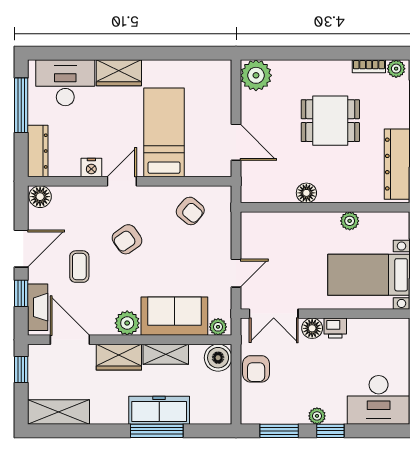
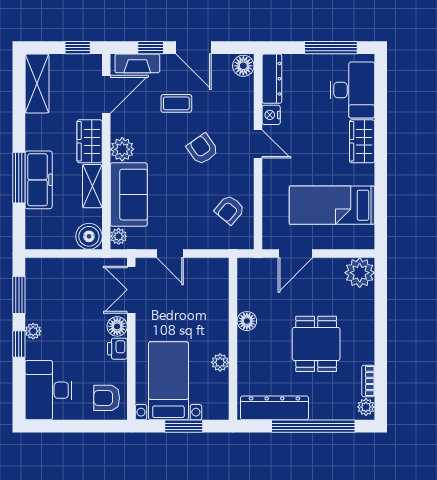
bed: (164, 132) -> (332, 205), moved, turned 180
dresser: (38, 151) -> (272, 79), moved, turned -90
armchair: (256, 369) -> (107, 398), moved

